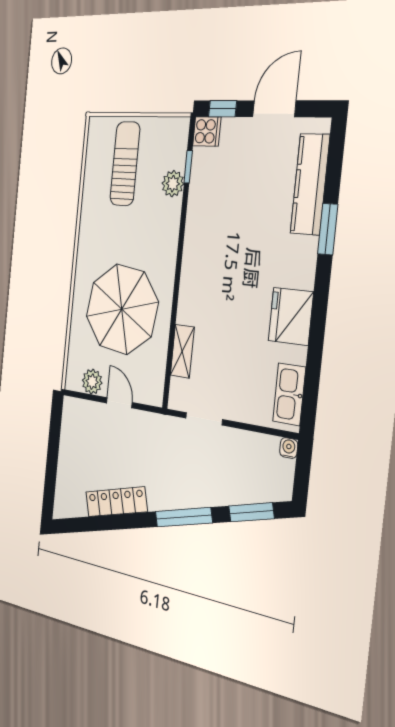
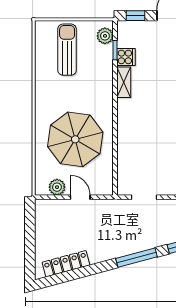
cooker: (207, 131) -> (126, 57), moved
plant: (173, 184) -> (105, 36), moved
shelving: (182, 351) -> (124, 82), moved
locker: (116, 502) -> (66, 264), moved

